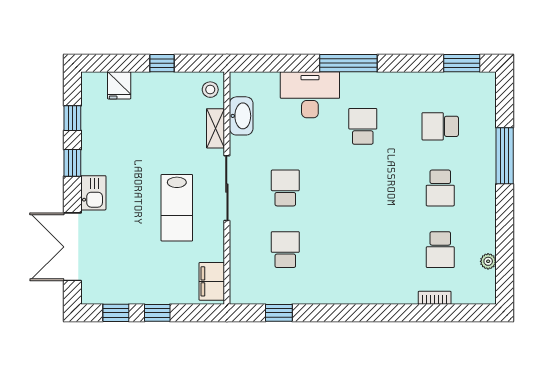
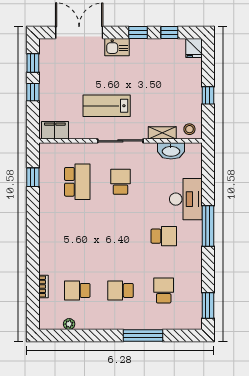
fridge: (119, 85) -> (194, 48), moved, turned -90
school desk: (285, 188) -> (120, 182), turned -90
school desk: (285, 250) -> (77, 182), width x1.85

